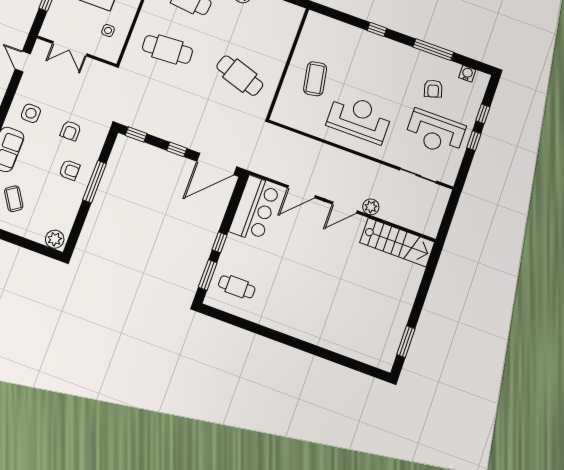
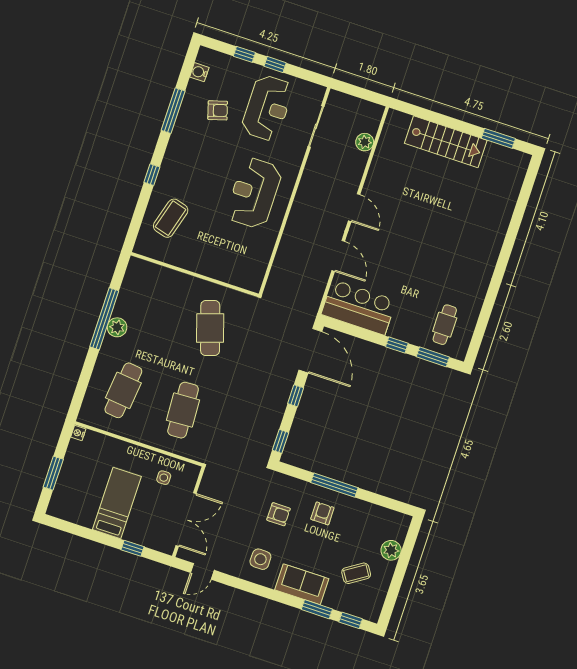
double door: (70, 49) -> (186, 520), width x1.37
cafe table: (240, 76) -> (210, 328), turned -36
coffee table: (315, 79) -> (171, 218), moved, turned -64
plant: (371, 207) -> (365, 142), moved
plant: (55, 239) -> (391, 550), moved
stairs: (397, 242) -> (446, 142), moved, turned 90

